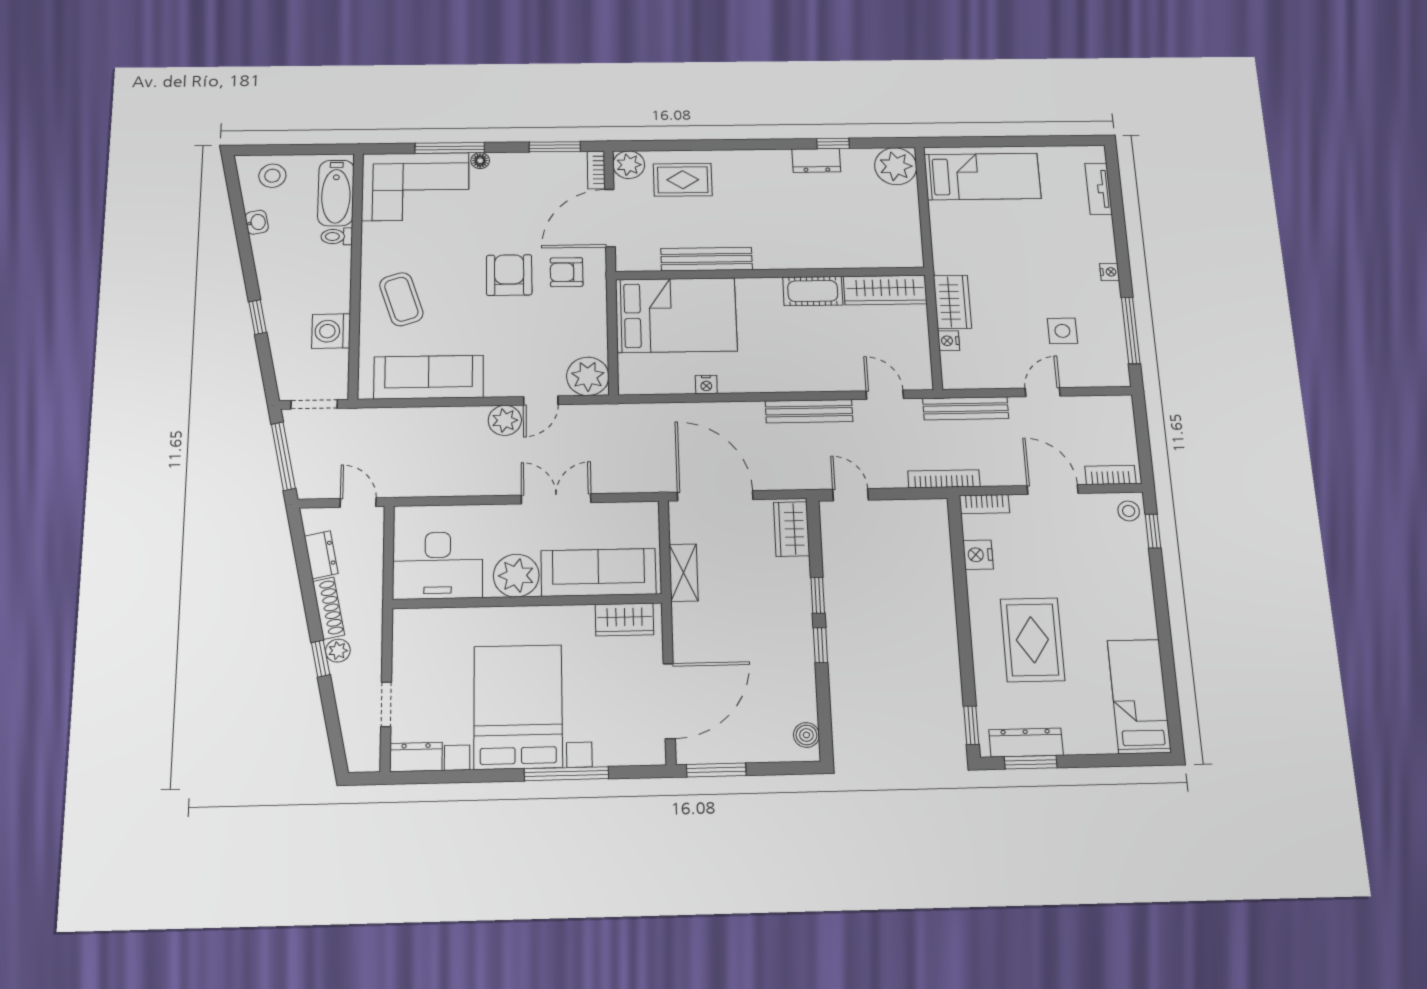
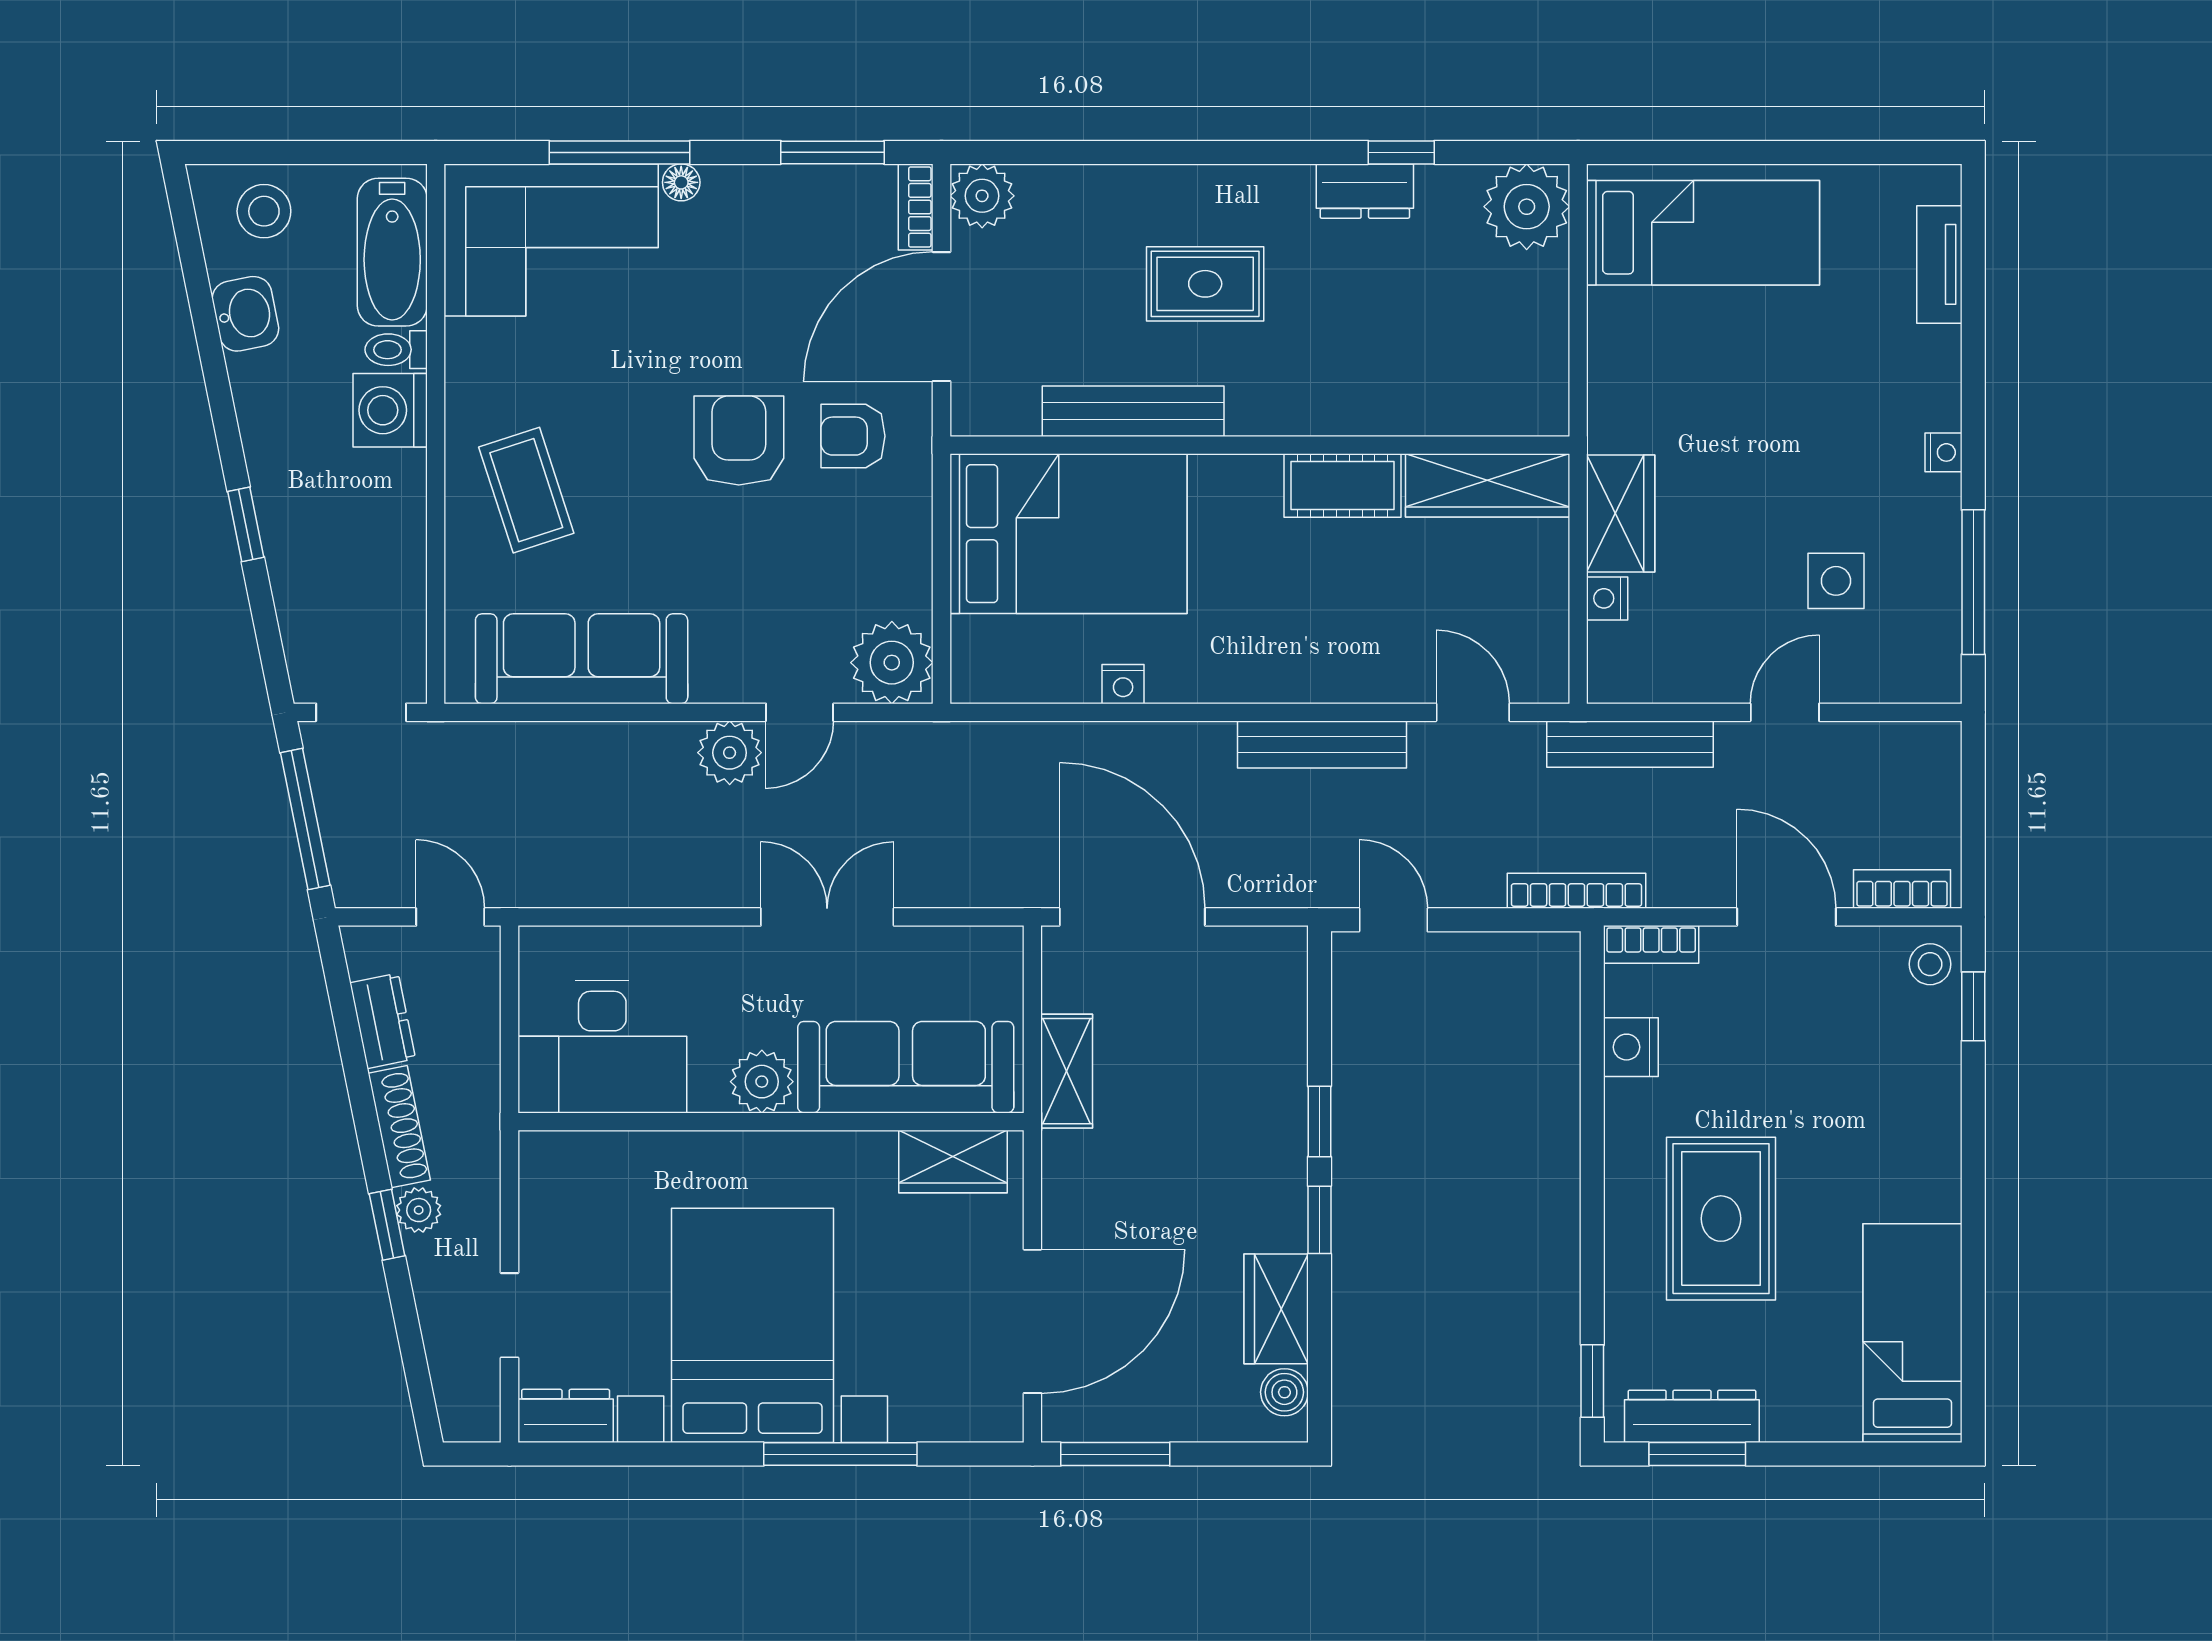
rug: (683, 180) -> (1205, 284), moved
washbasin: (257, 222) -> (245, 314), width x1.38, depth x1.45
washing machine: (331, 331) -> (390, 410), moved
wardrobe: (792, 529) -> (1276, 1309), moved
plant: (516, 576) -> (762, 1082), width x0.73, depth x0.73

